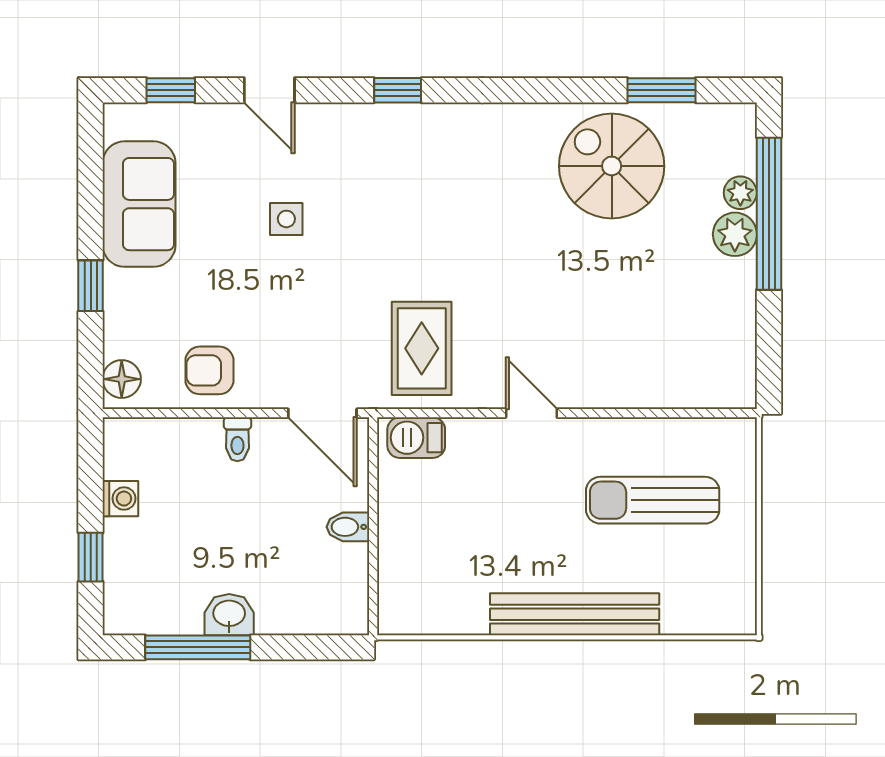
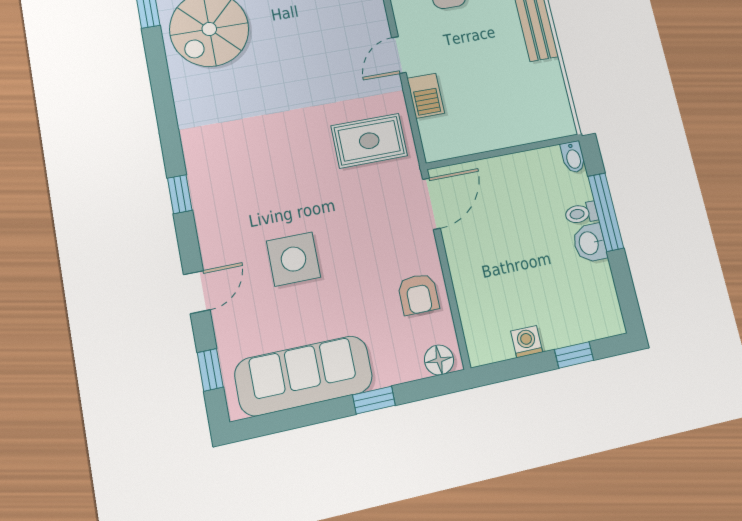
sofa: (139, 204) -> (304, 376), width x1.36
side table: (286, 219) -> (293, 259), width x1.87, depth x1.87
barbecue: (416, 438) -> (426, 96), moved
toilet: (237, 439) -> (581, 213), moved, turned 180
bidet: (348, 527) -> (573, 157), moved
window: (198, 647) -> (606, 212), moved

